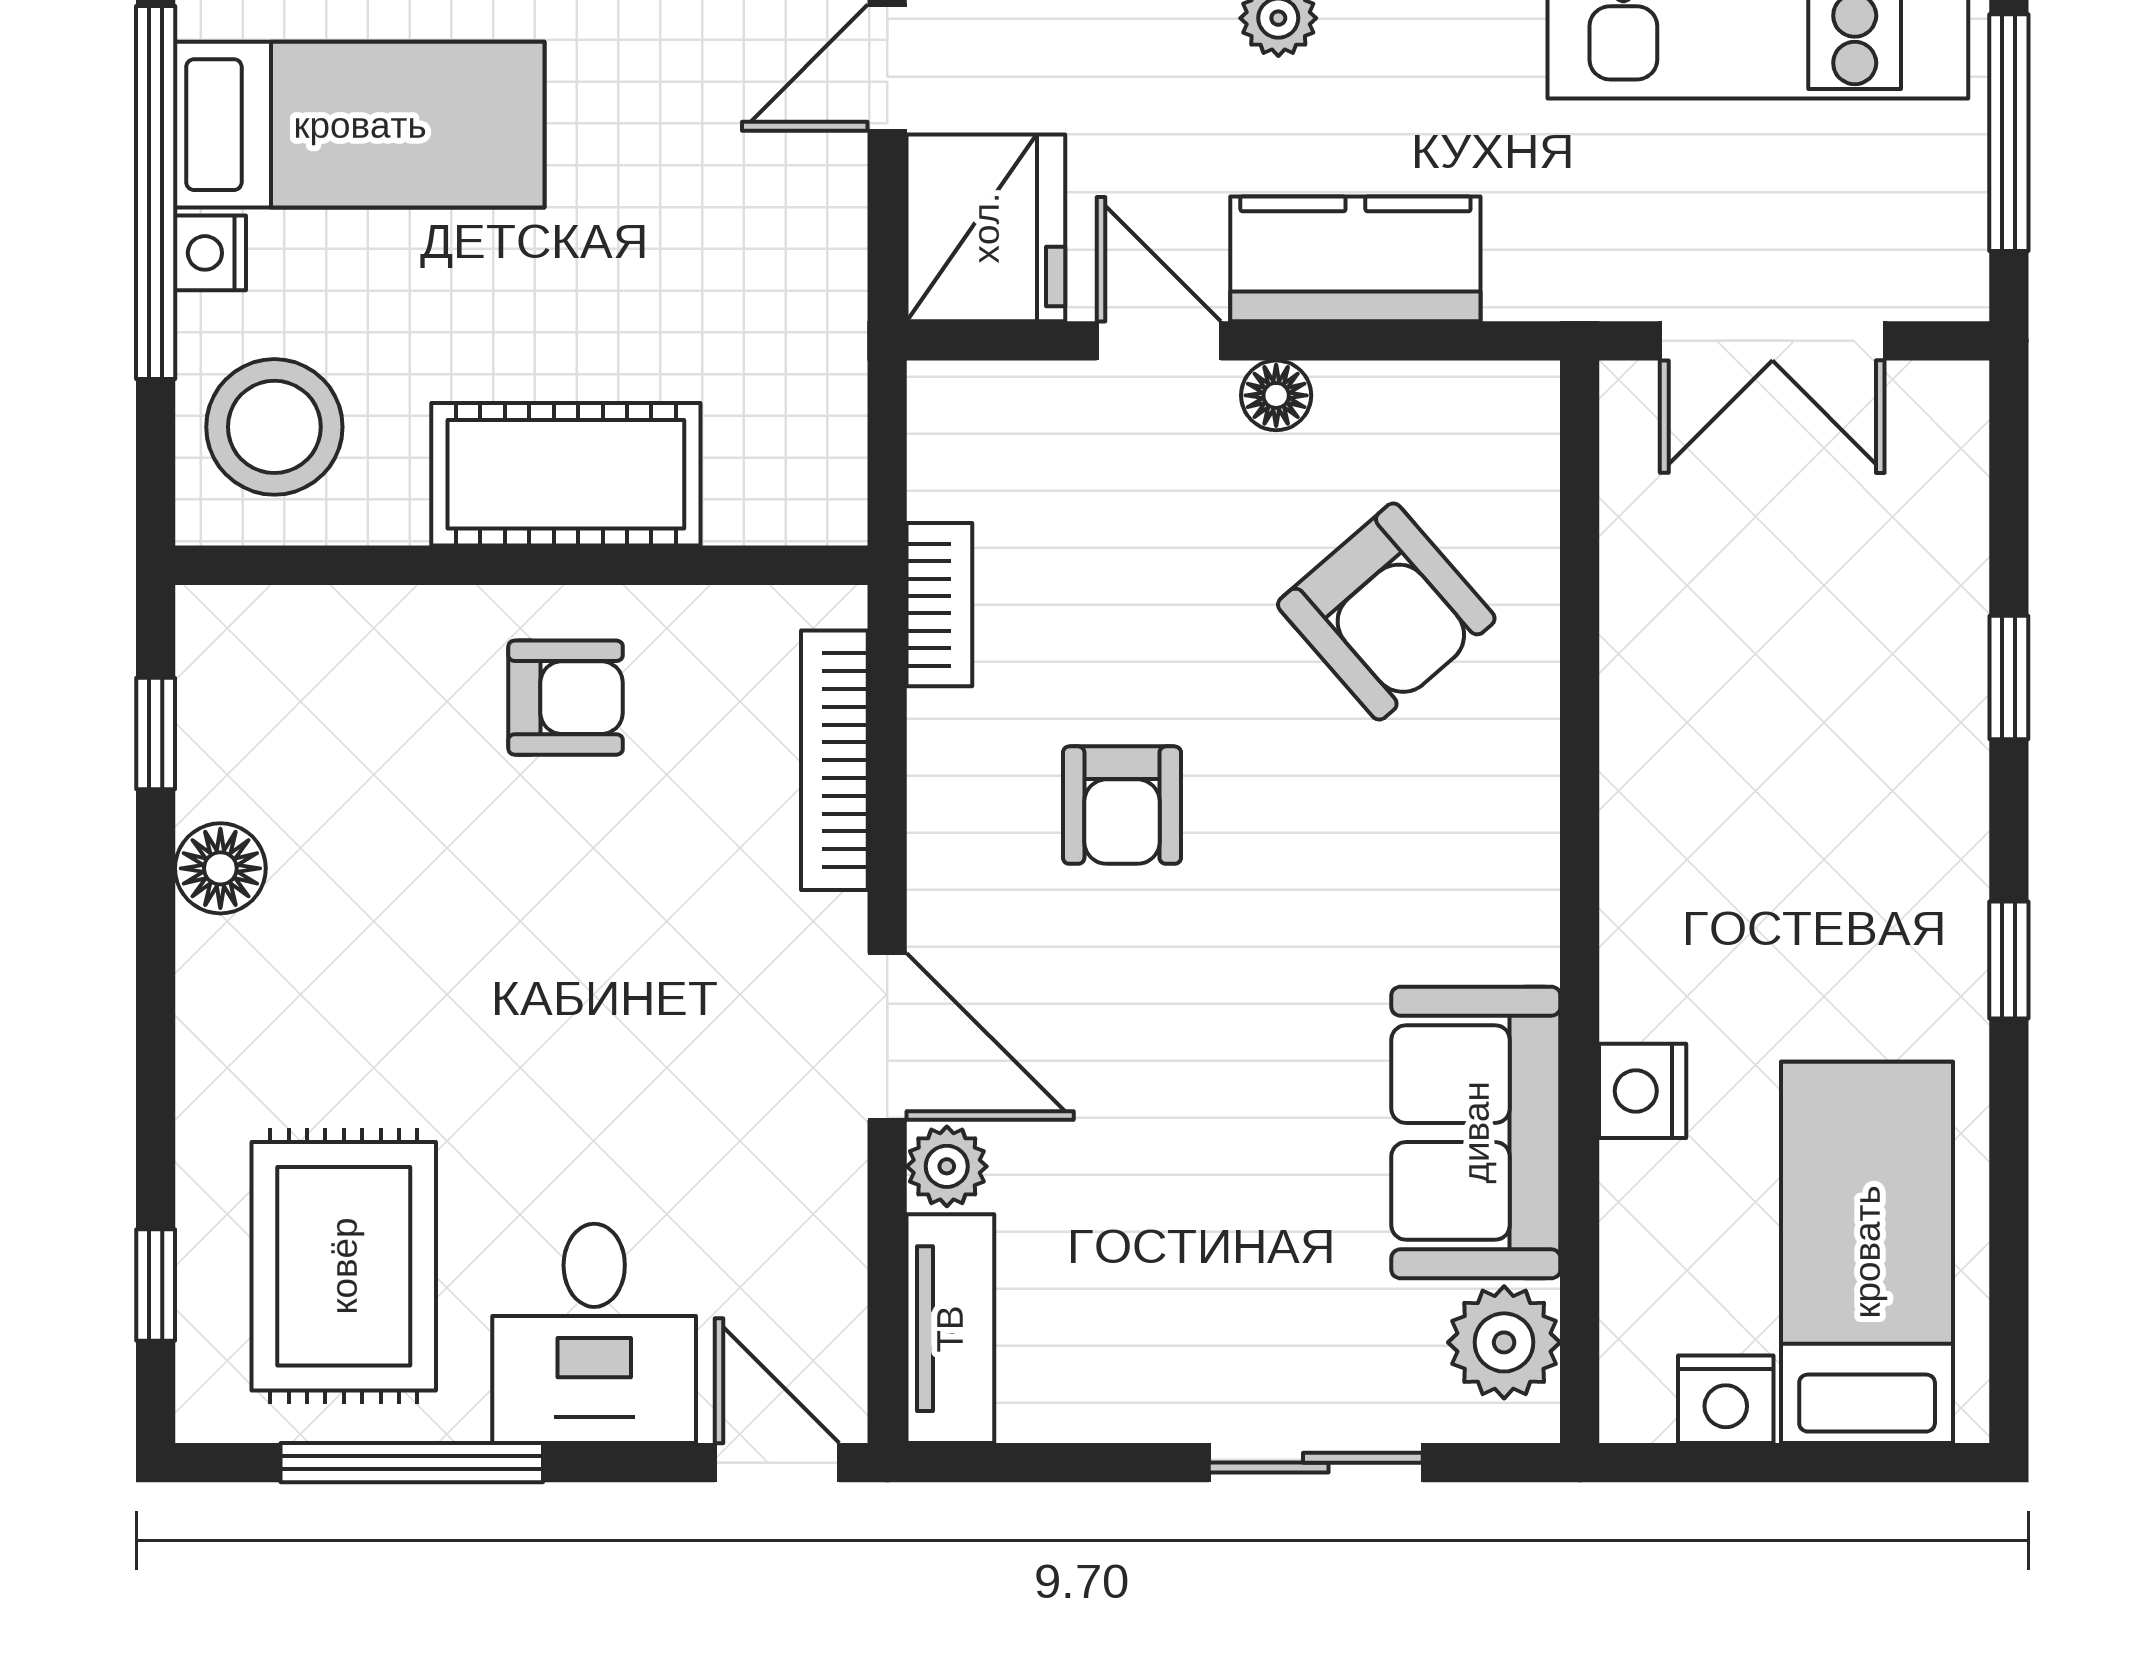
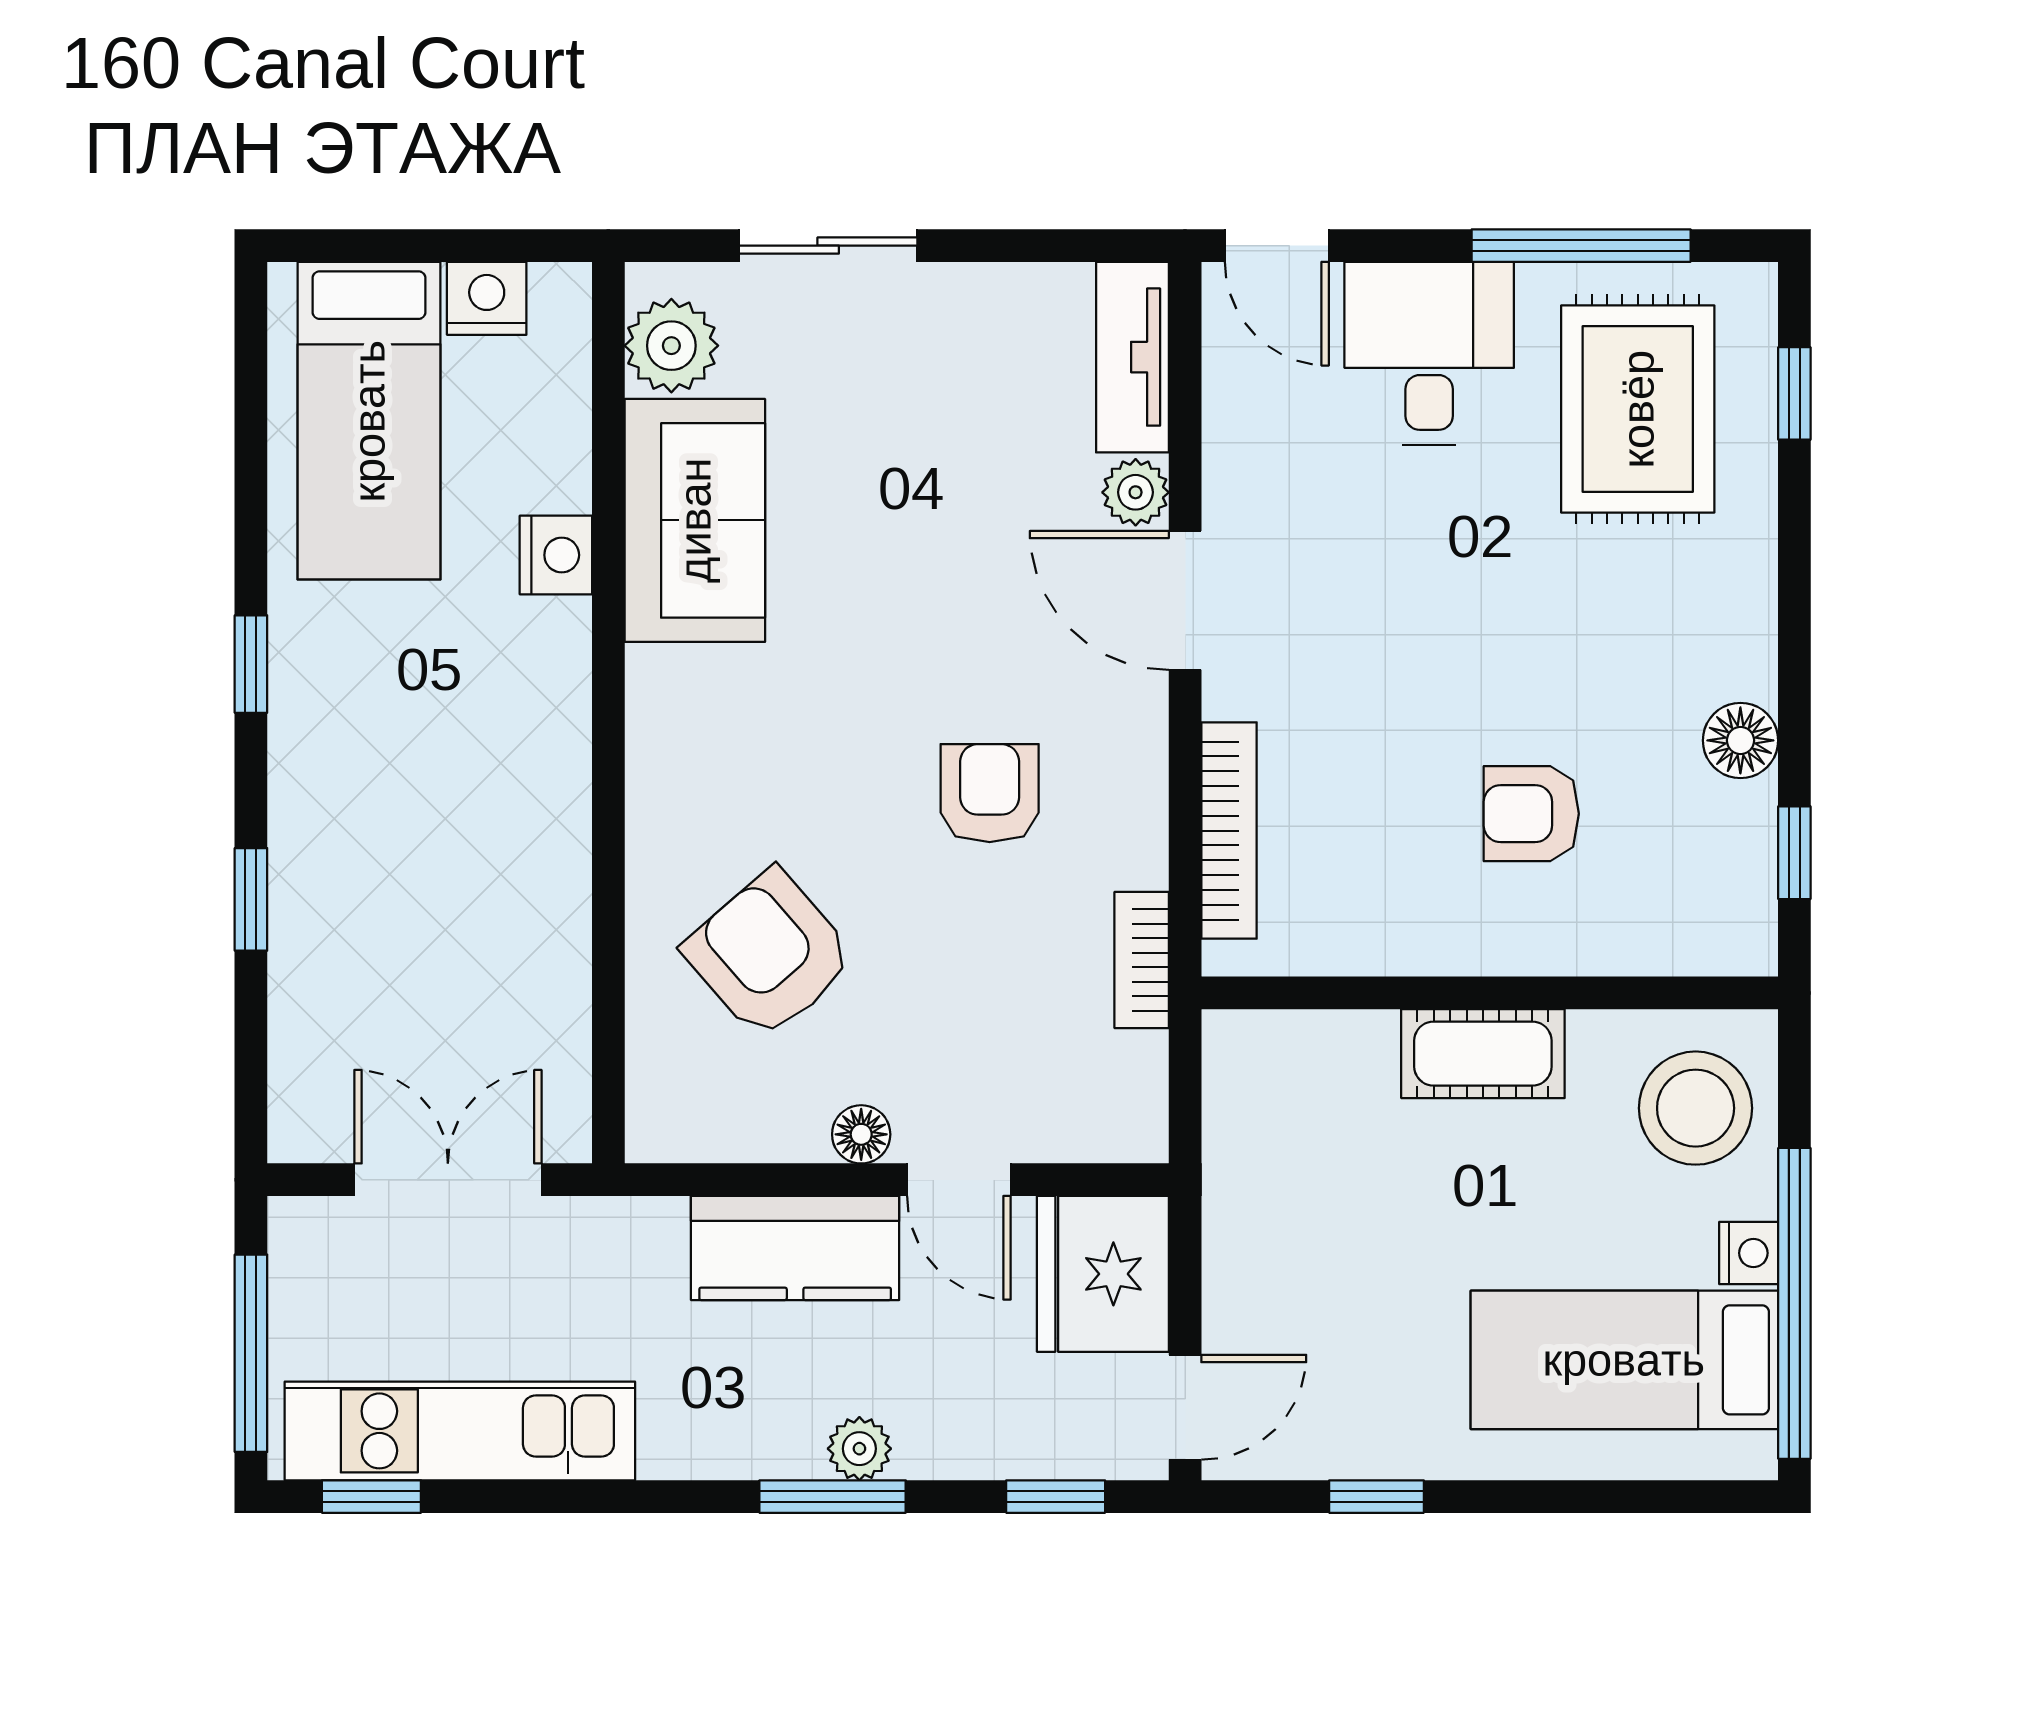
cot: (566, 474) -> (1483, 1054), width x0.73, depth x0.75
armchair: (566, 698) -> (1531, 814), moved

